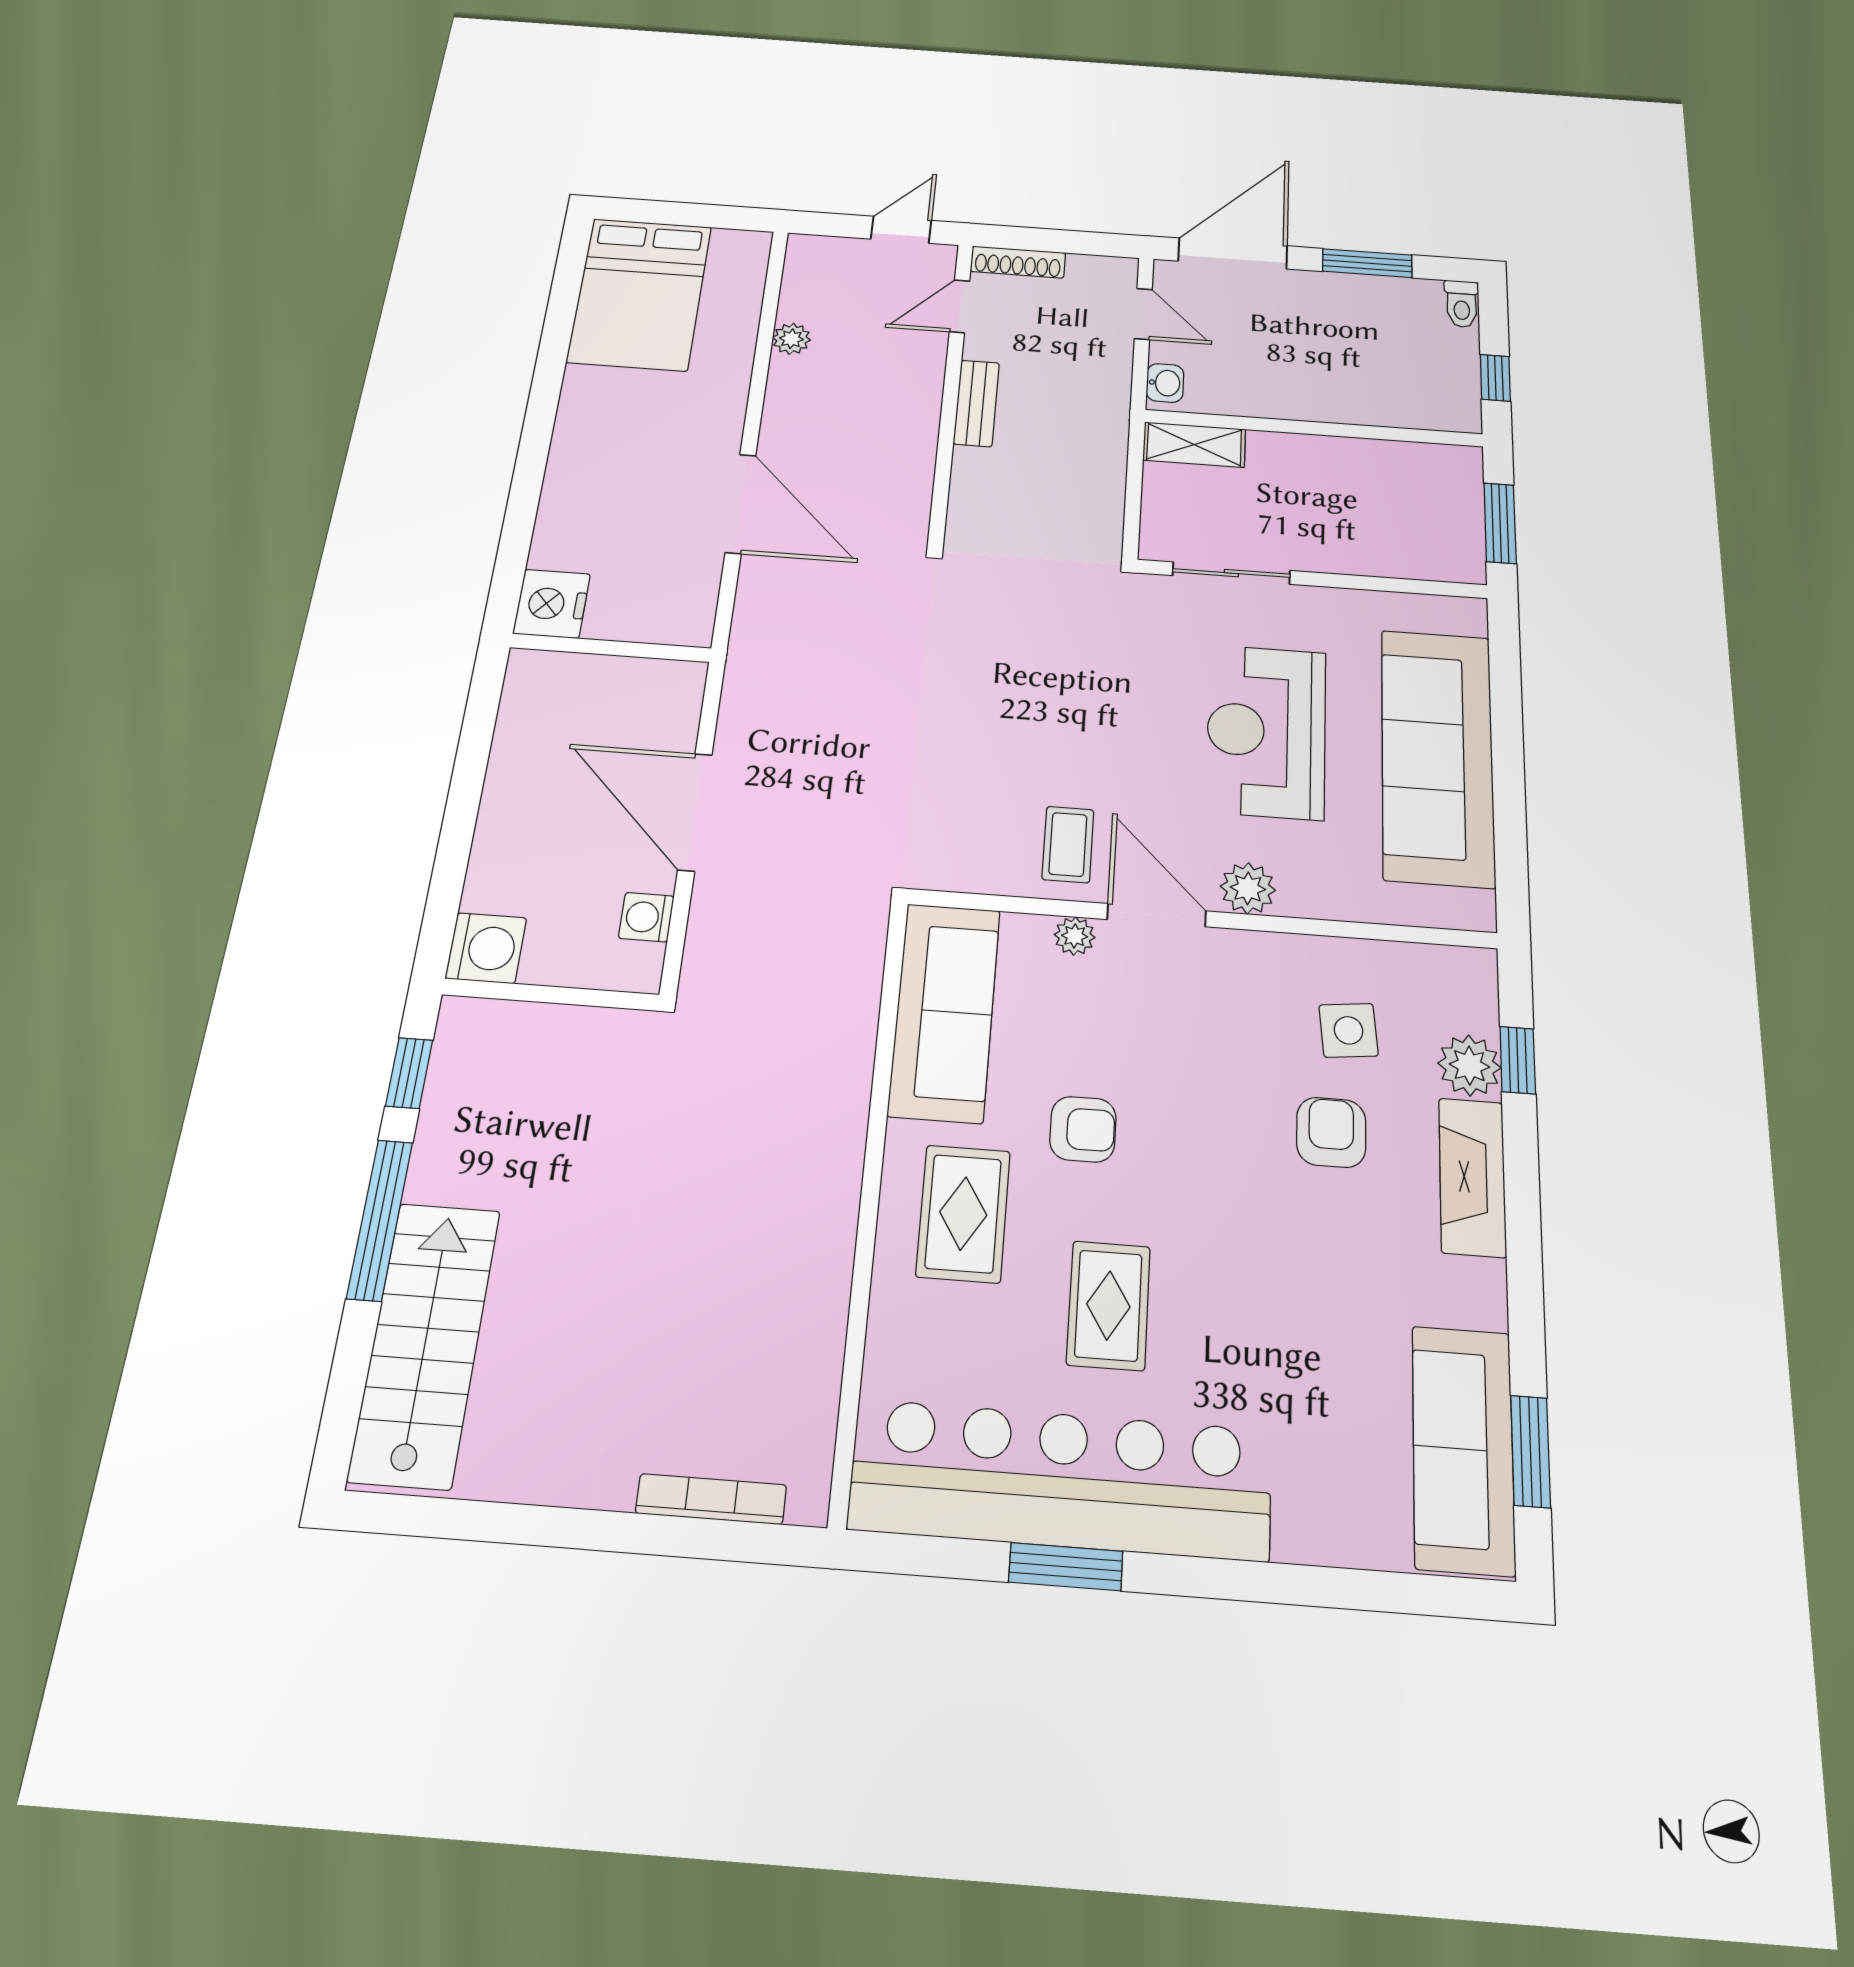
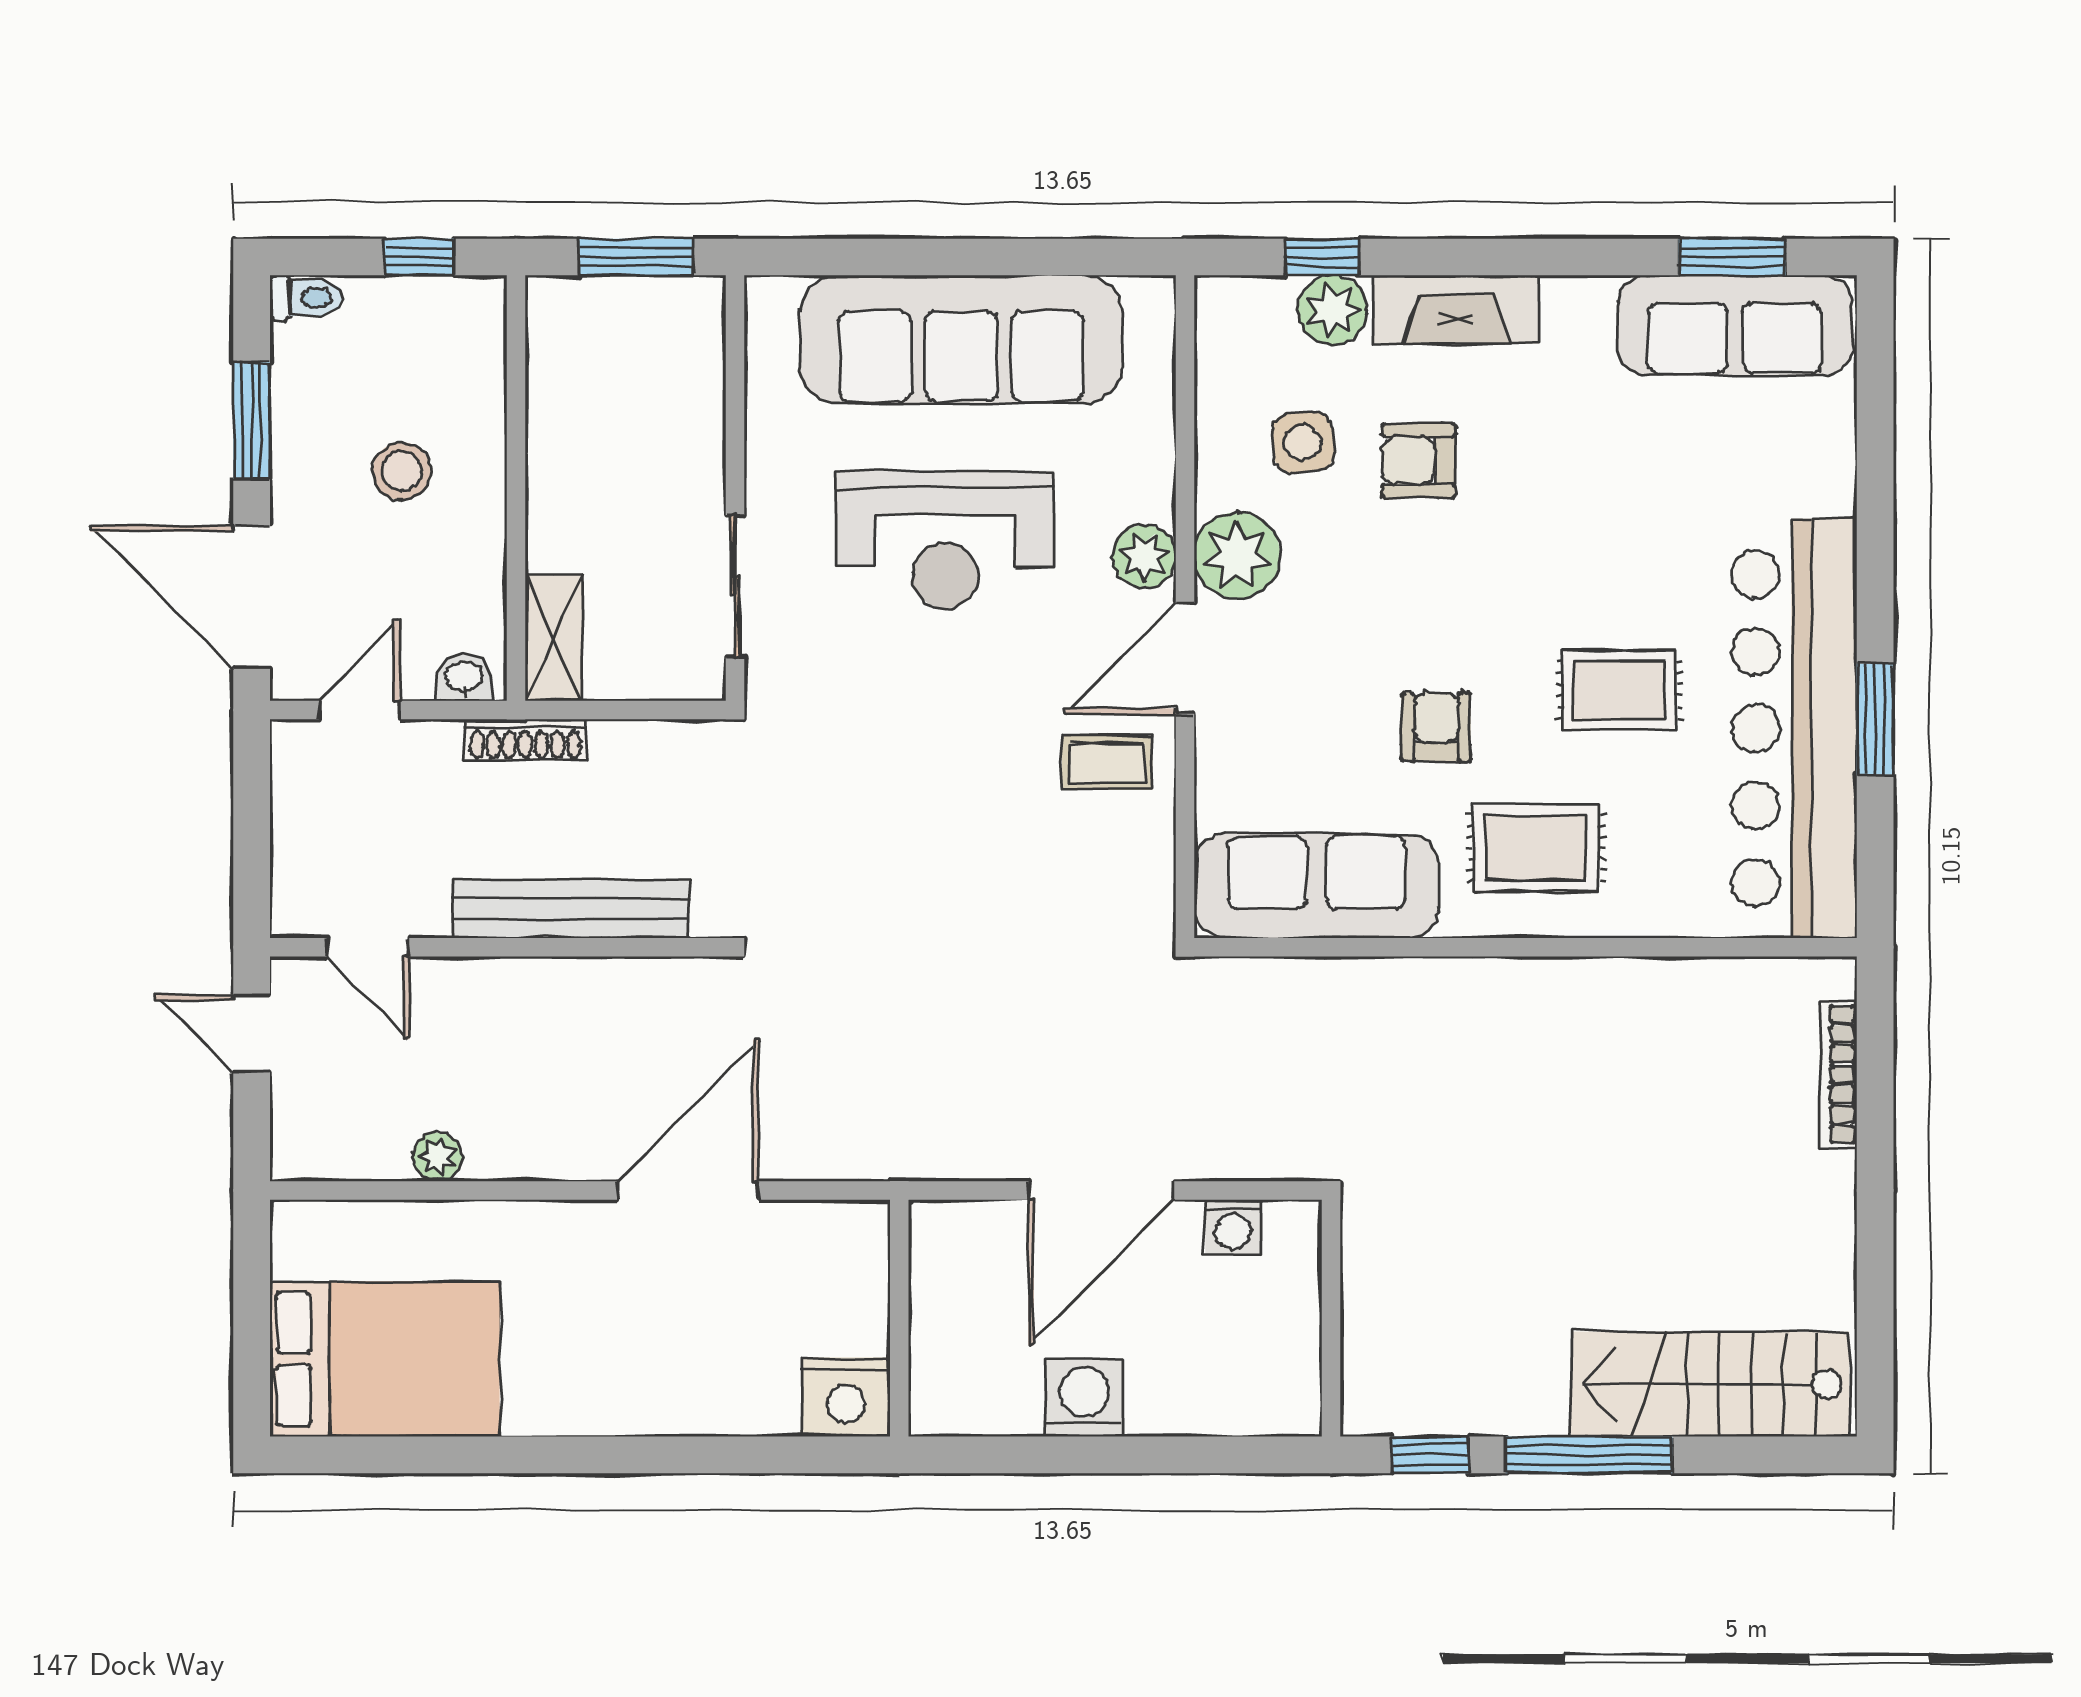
shoe rack: (1018, 262) -> (525, 740), moved, turned 90
stool: (1328, 354) -> (402, 471), added
bench: (976, 403) -> (570, 909), width x1.86, depth x1.21
plant: (1075, 936) -> (1237, 555), moved, width x1.87, depth x1.87
washing machine: (486, 948) -> (1084, 1398), moved

